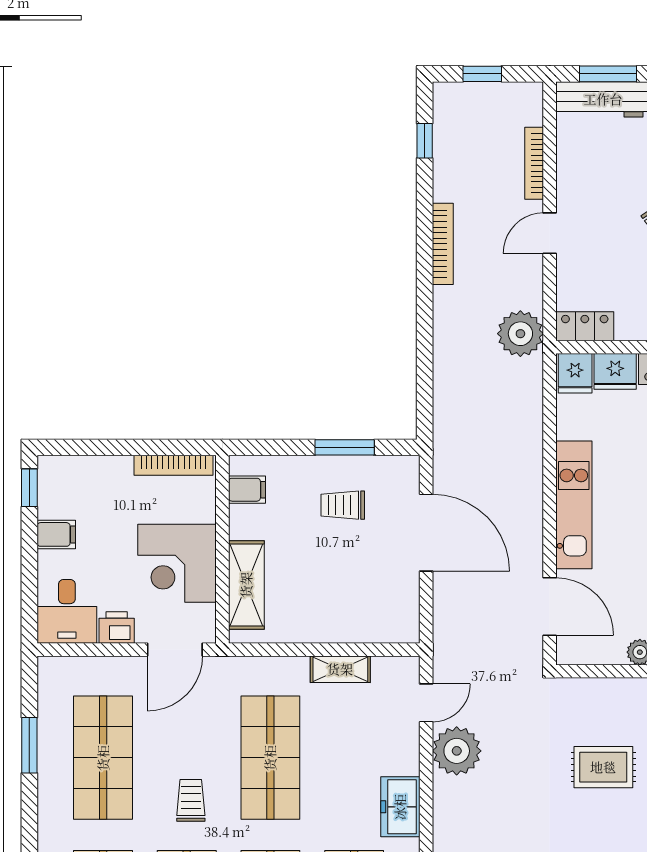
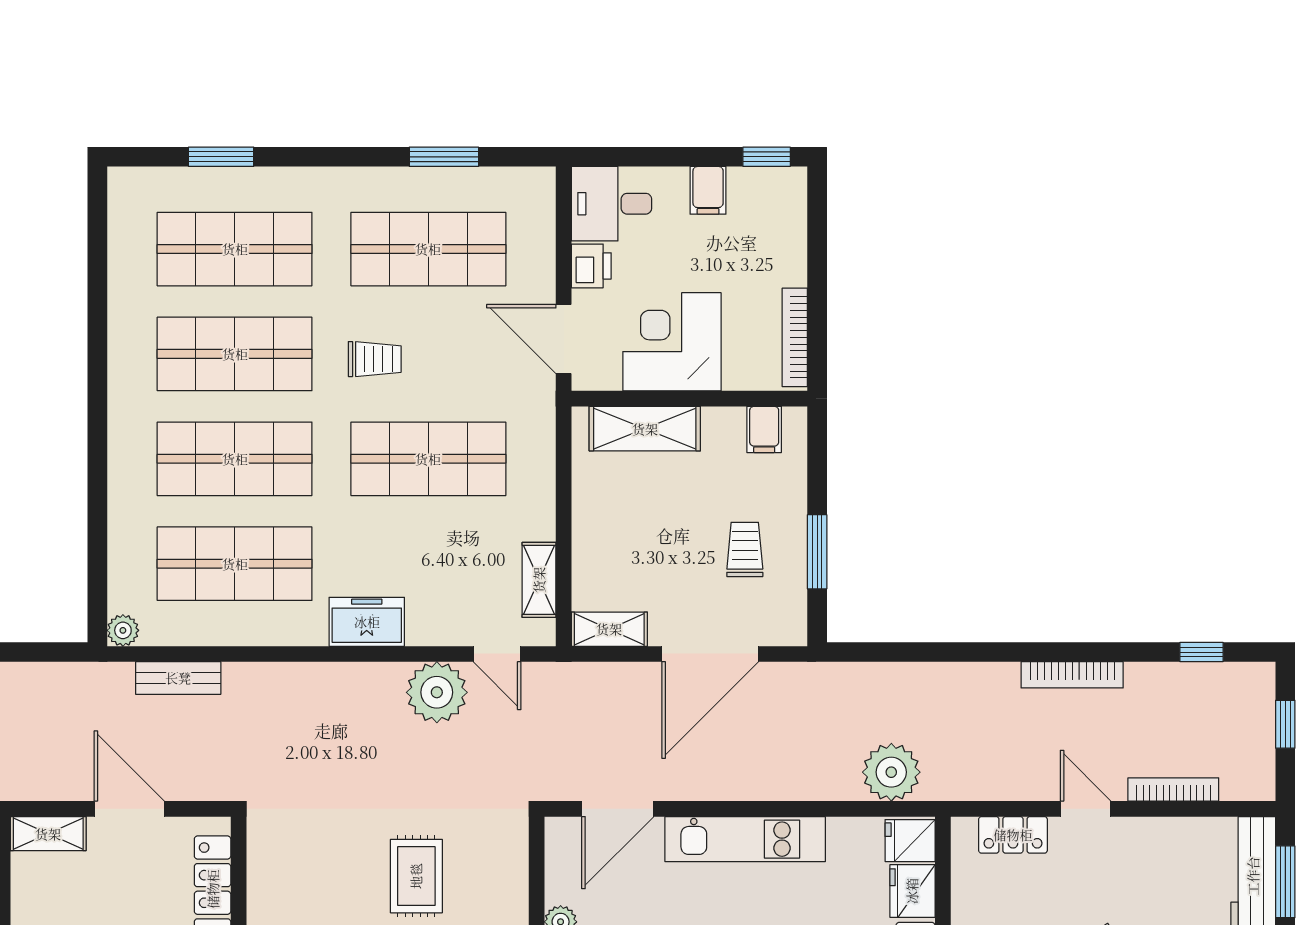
locker: (585, 326) -> (1013, 835), moved, turned 90
plant: (520, 334) -> (891, 772), moved
shelving: (406, 613) -> (609, 629), added
shelving: (340, 669) -> (539, 580), moved

